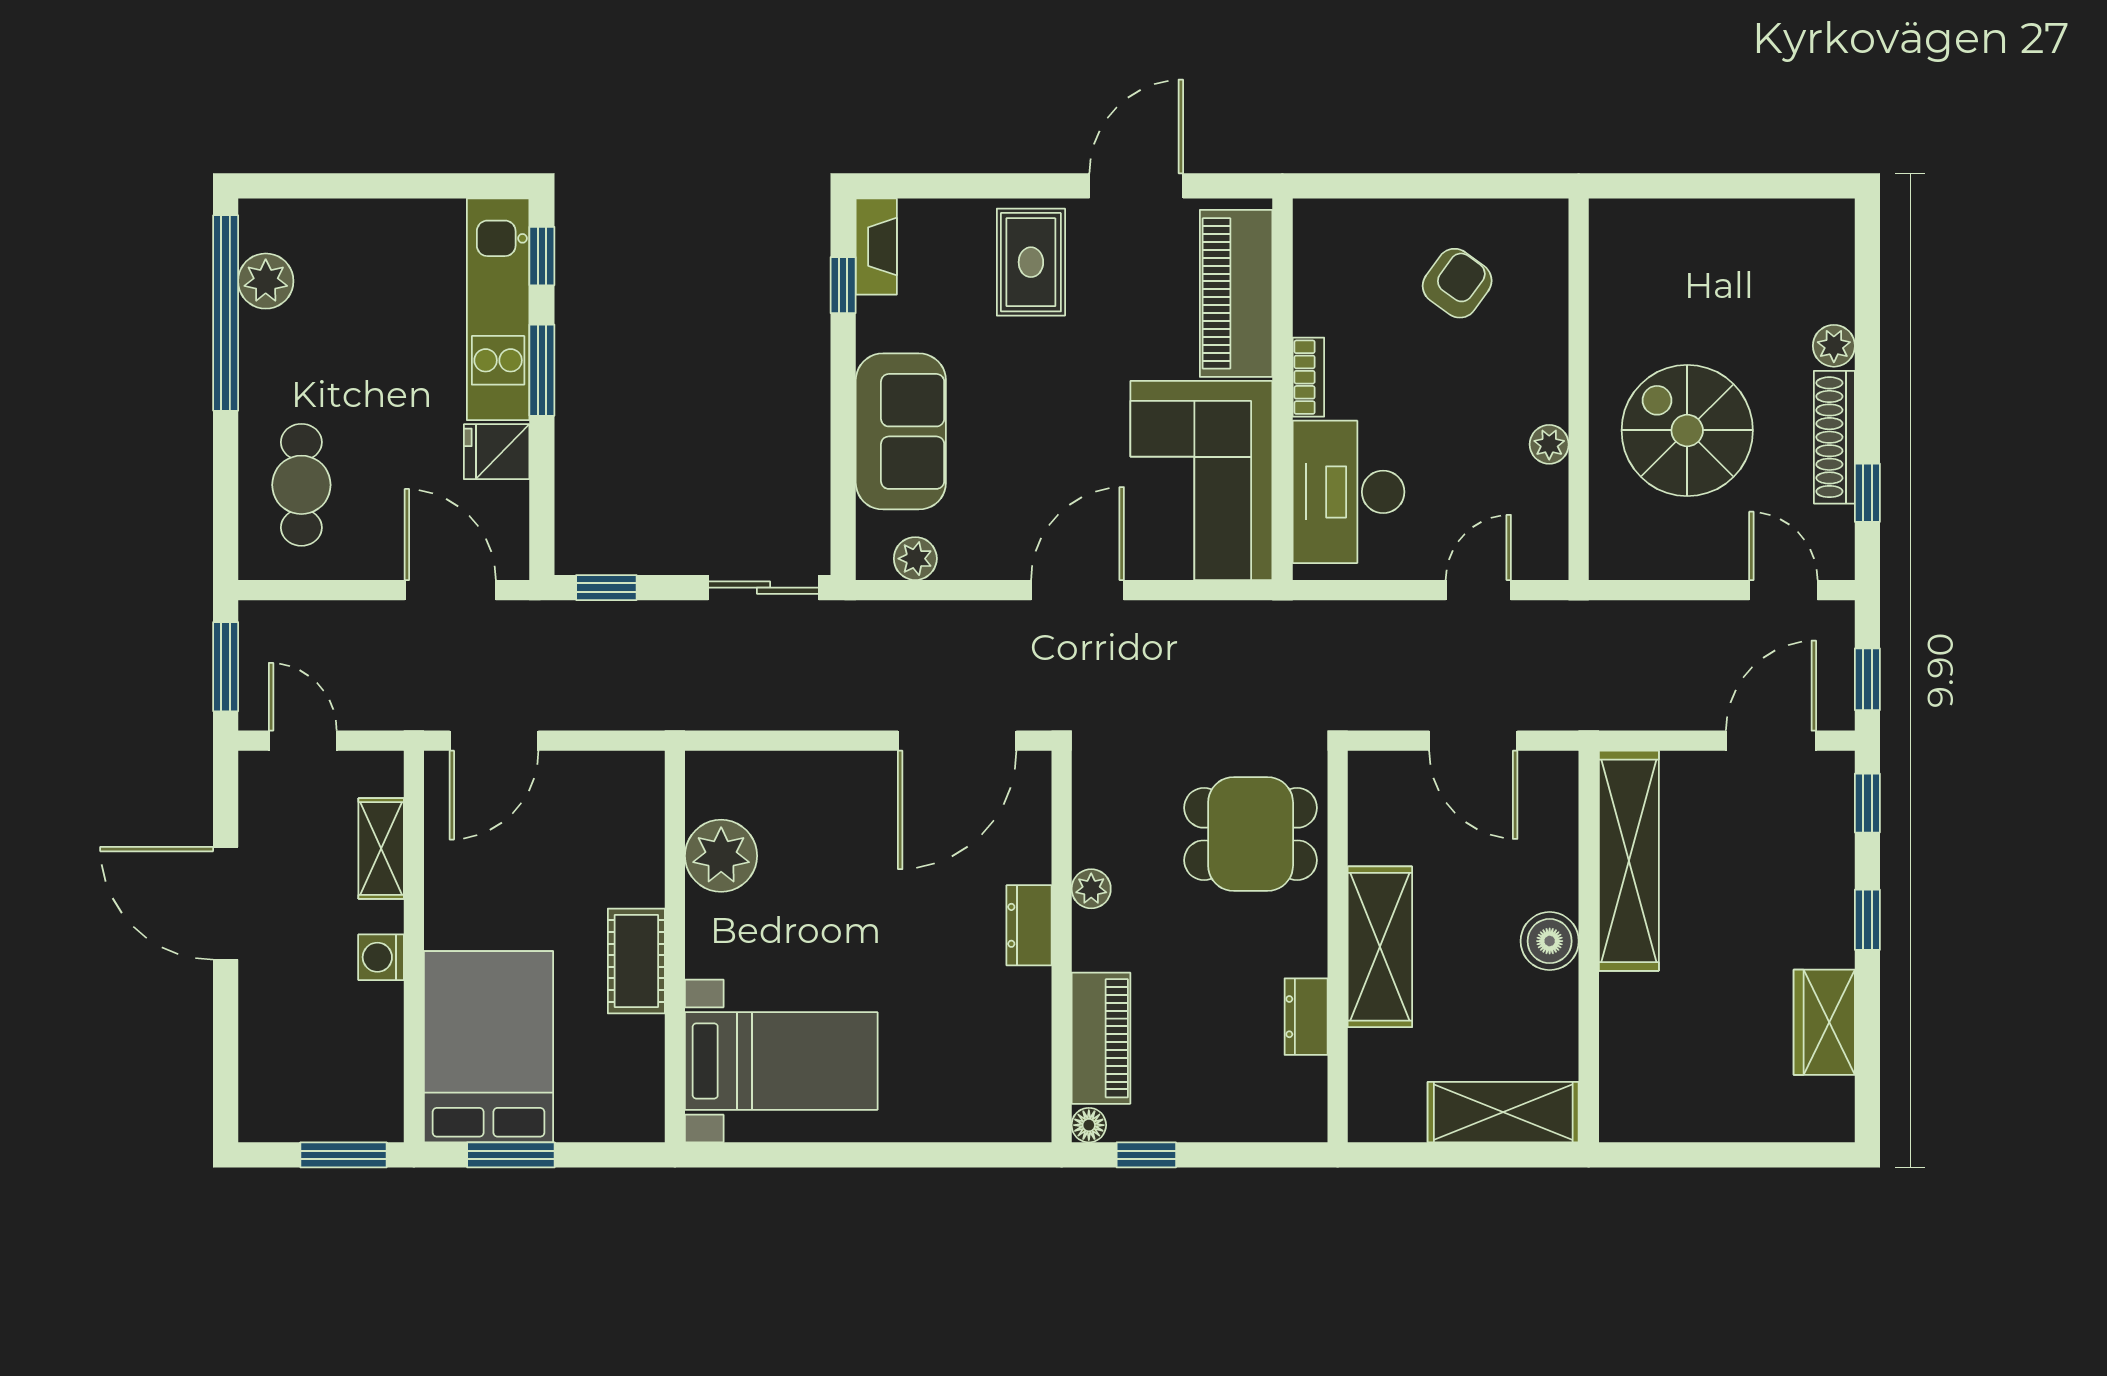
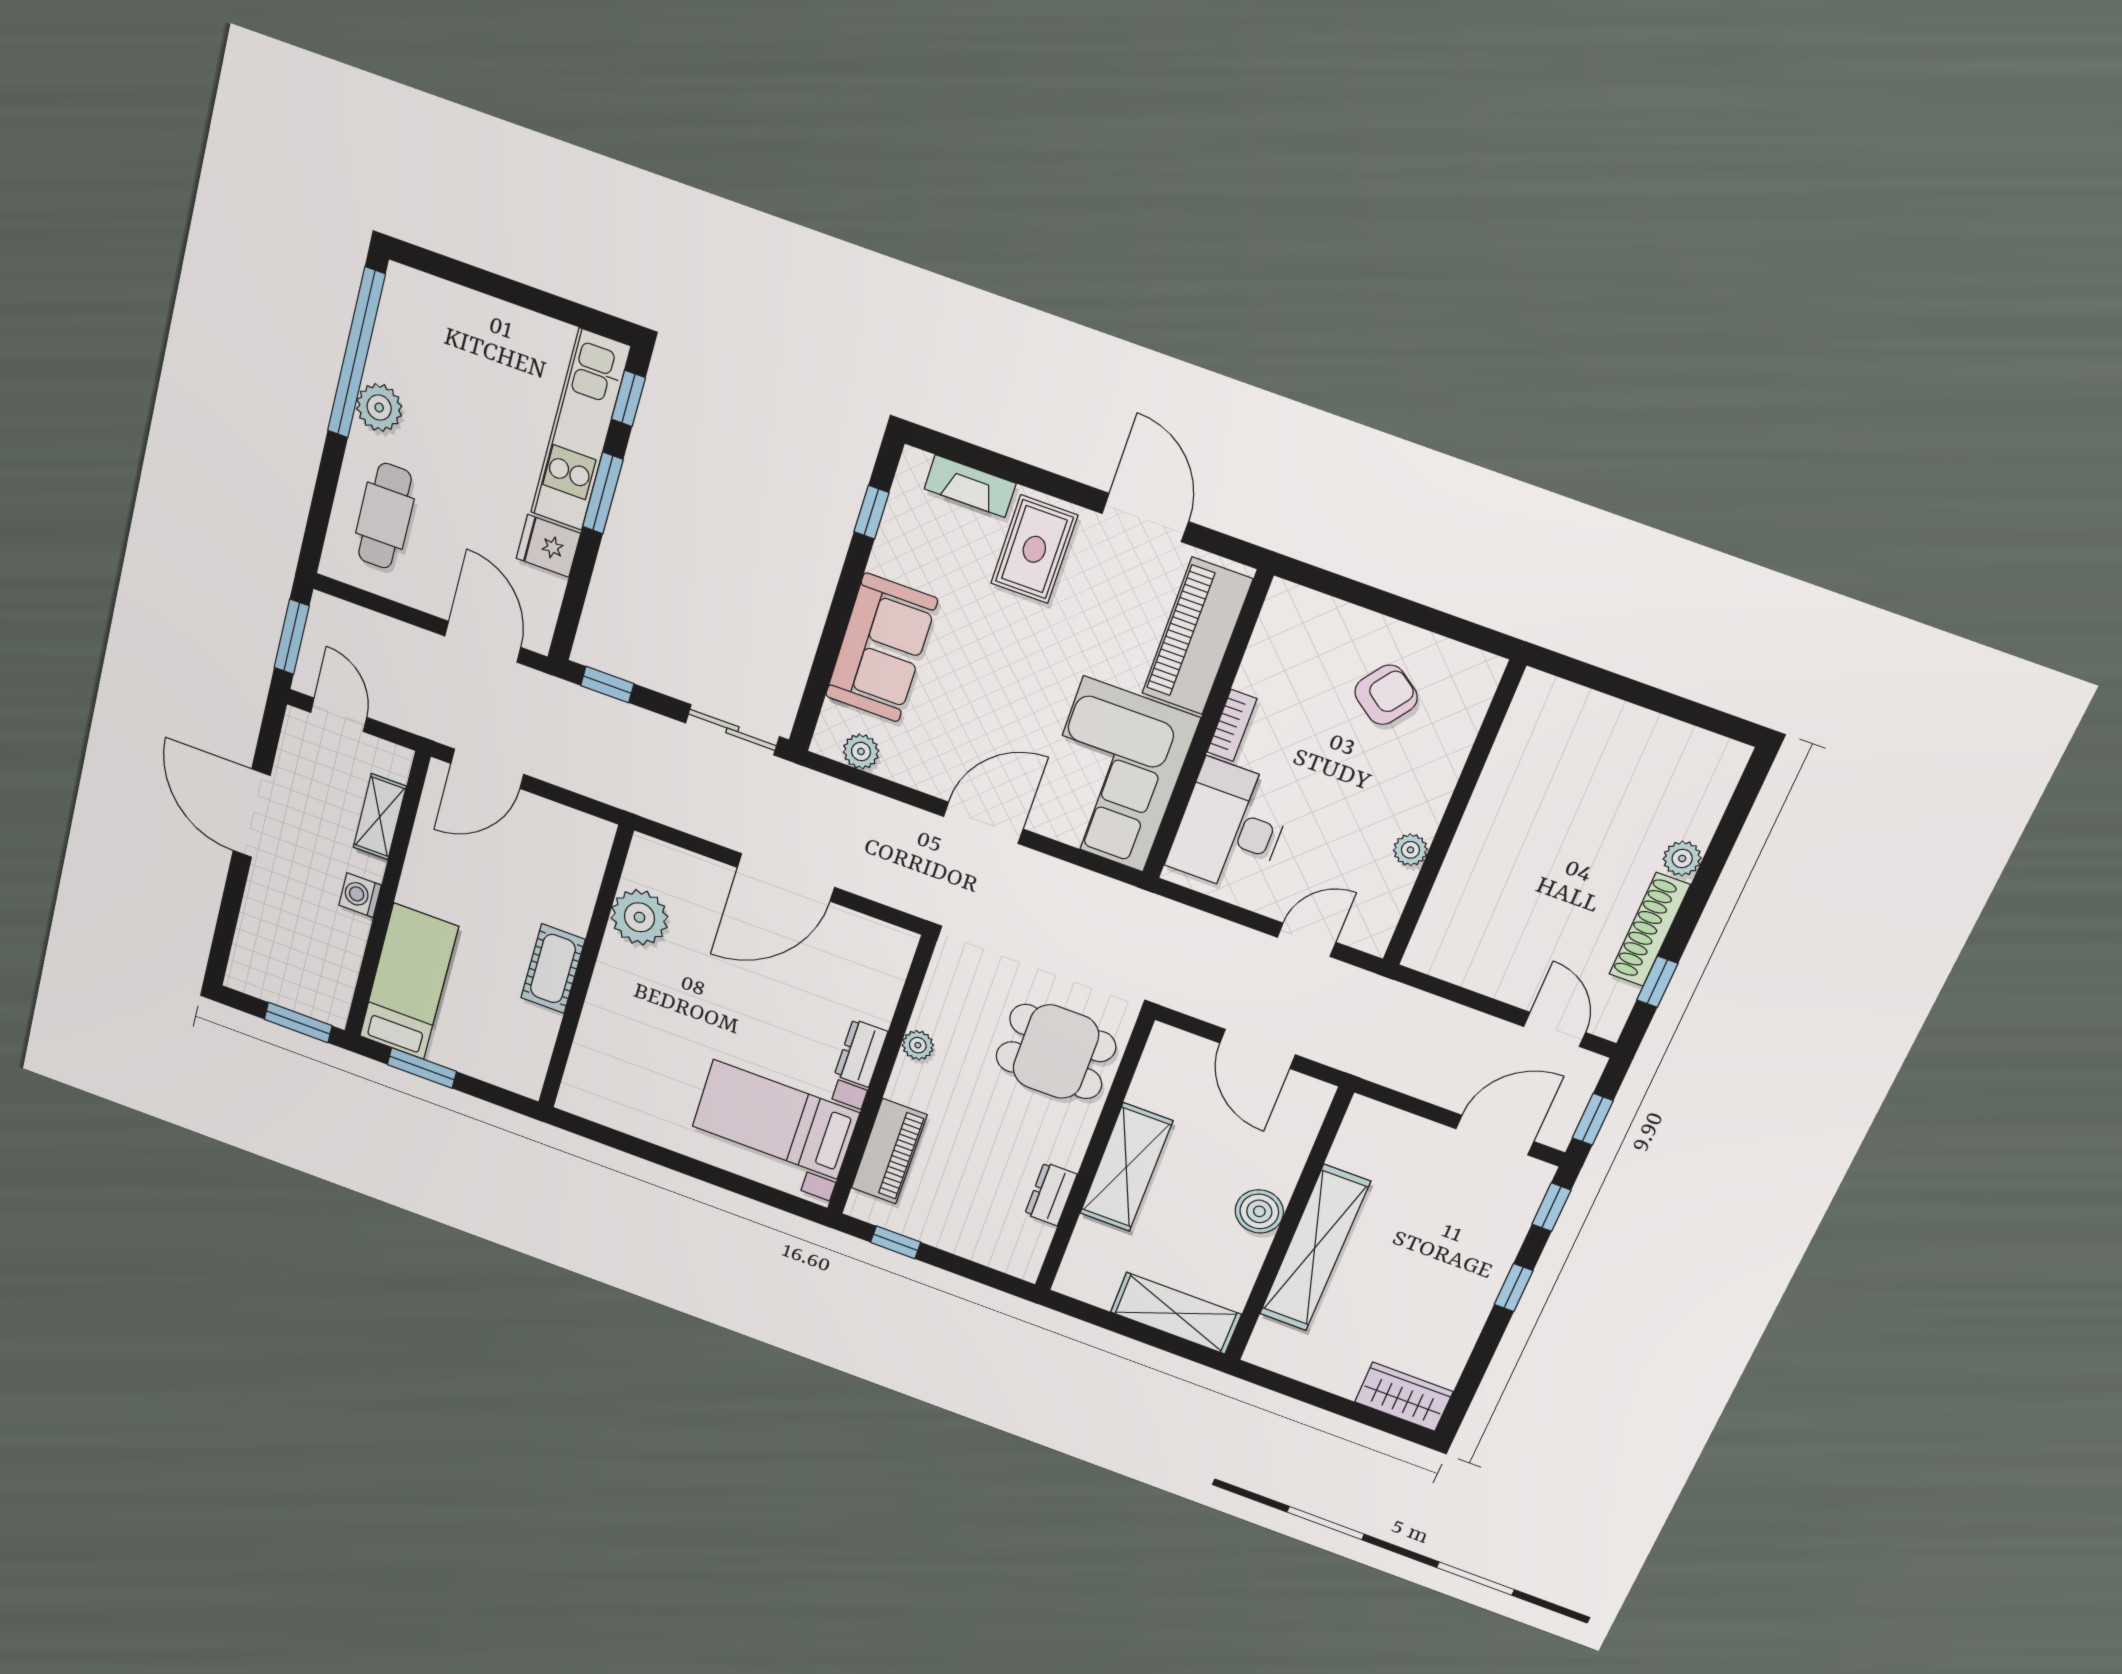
door: (1136, 186) -> (1145, 518), hinge flipped
fireplace: (876, 247) -> (970, 486), moved, turned 90
plant: (266, 281) -> (379, 407), moved
spiral stairs: (1687, 430) -> (1529, 880), removed
door: (957, 741) -> (786, 877), moved
shelving: (1629, 861) -> (1315, 1248), moved
wardrobe: (1824, 1022) -> (1404, 1397), moved, turned 90
bed: (488, 1047) -> (409, 982), width x0.67
bed with nightstands: (781, 1061) -> (776, 1120), moved, turned 180
floor lamp: (1089, 1125) -> (859, 1207), removed

